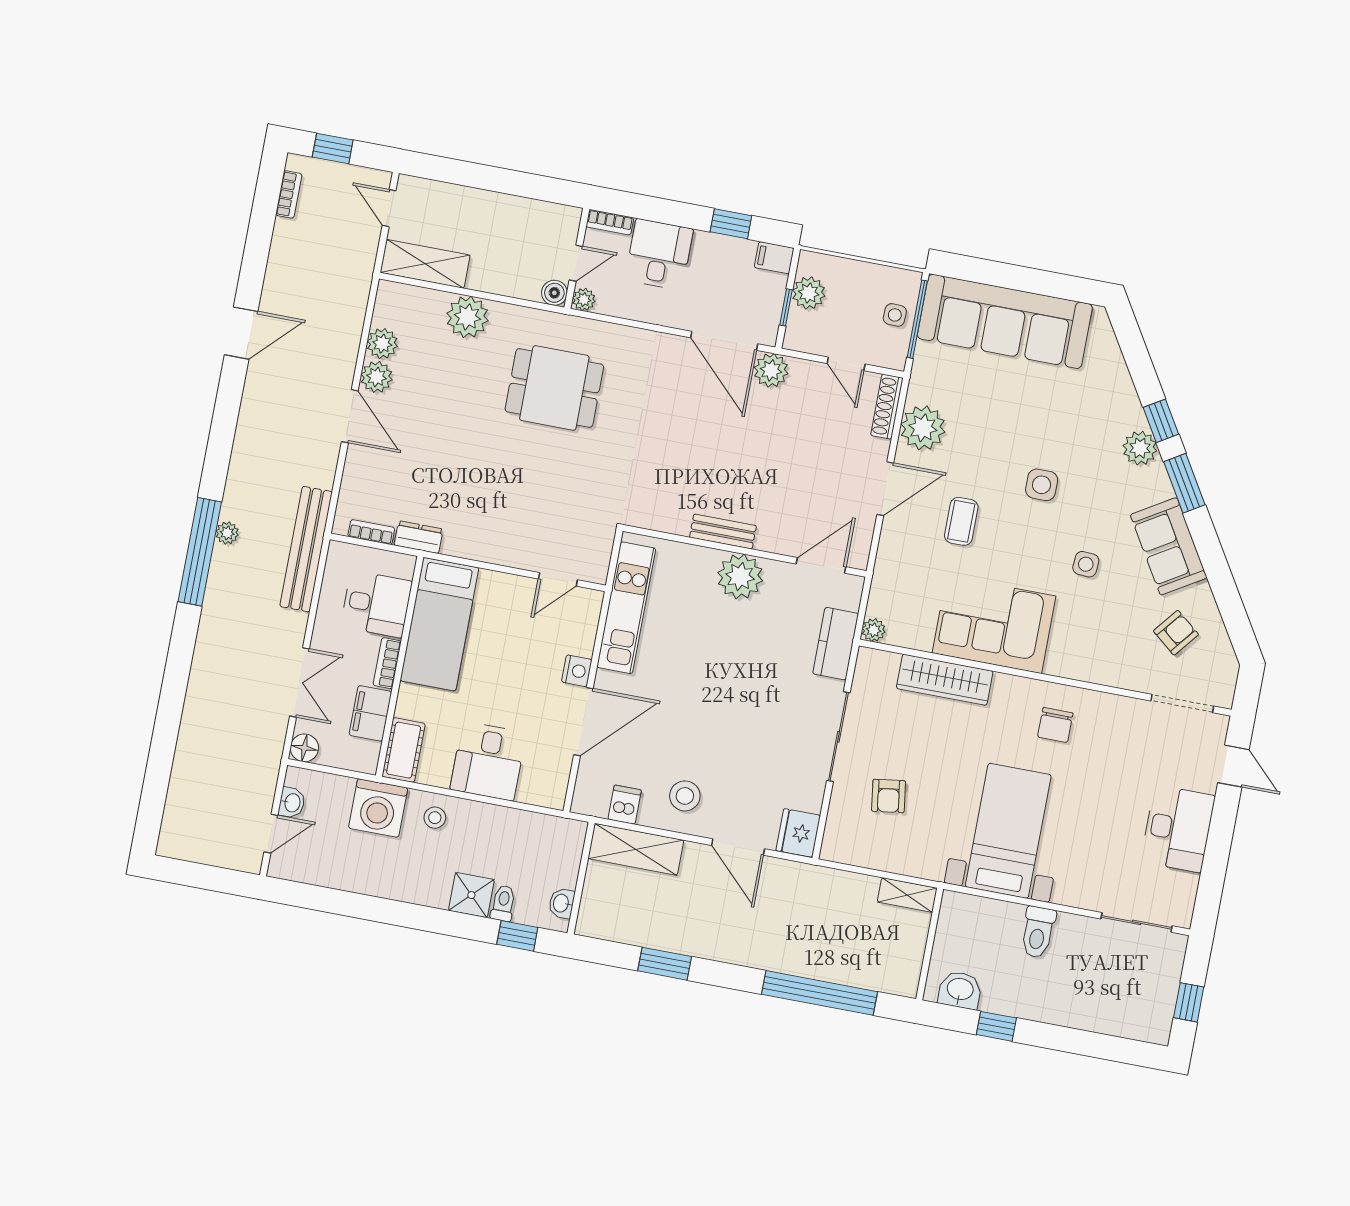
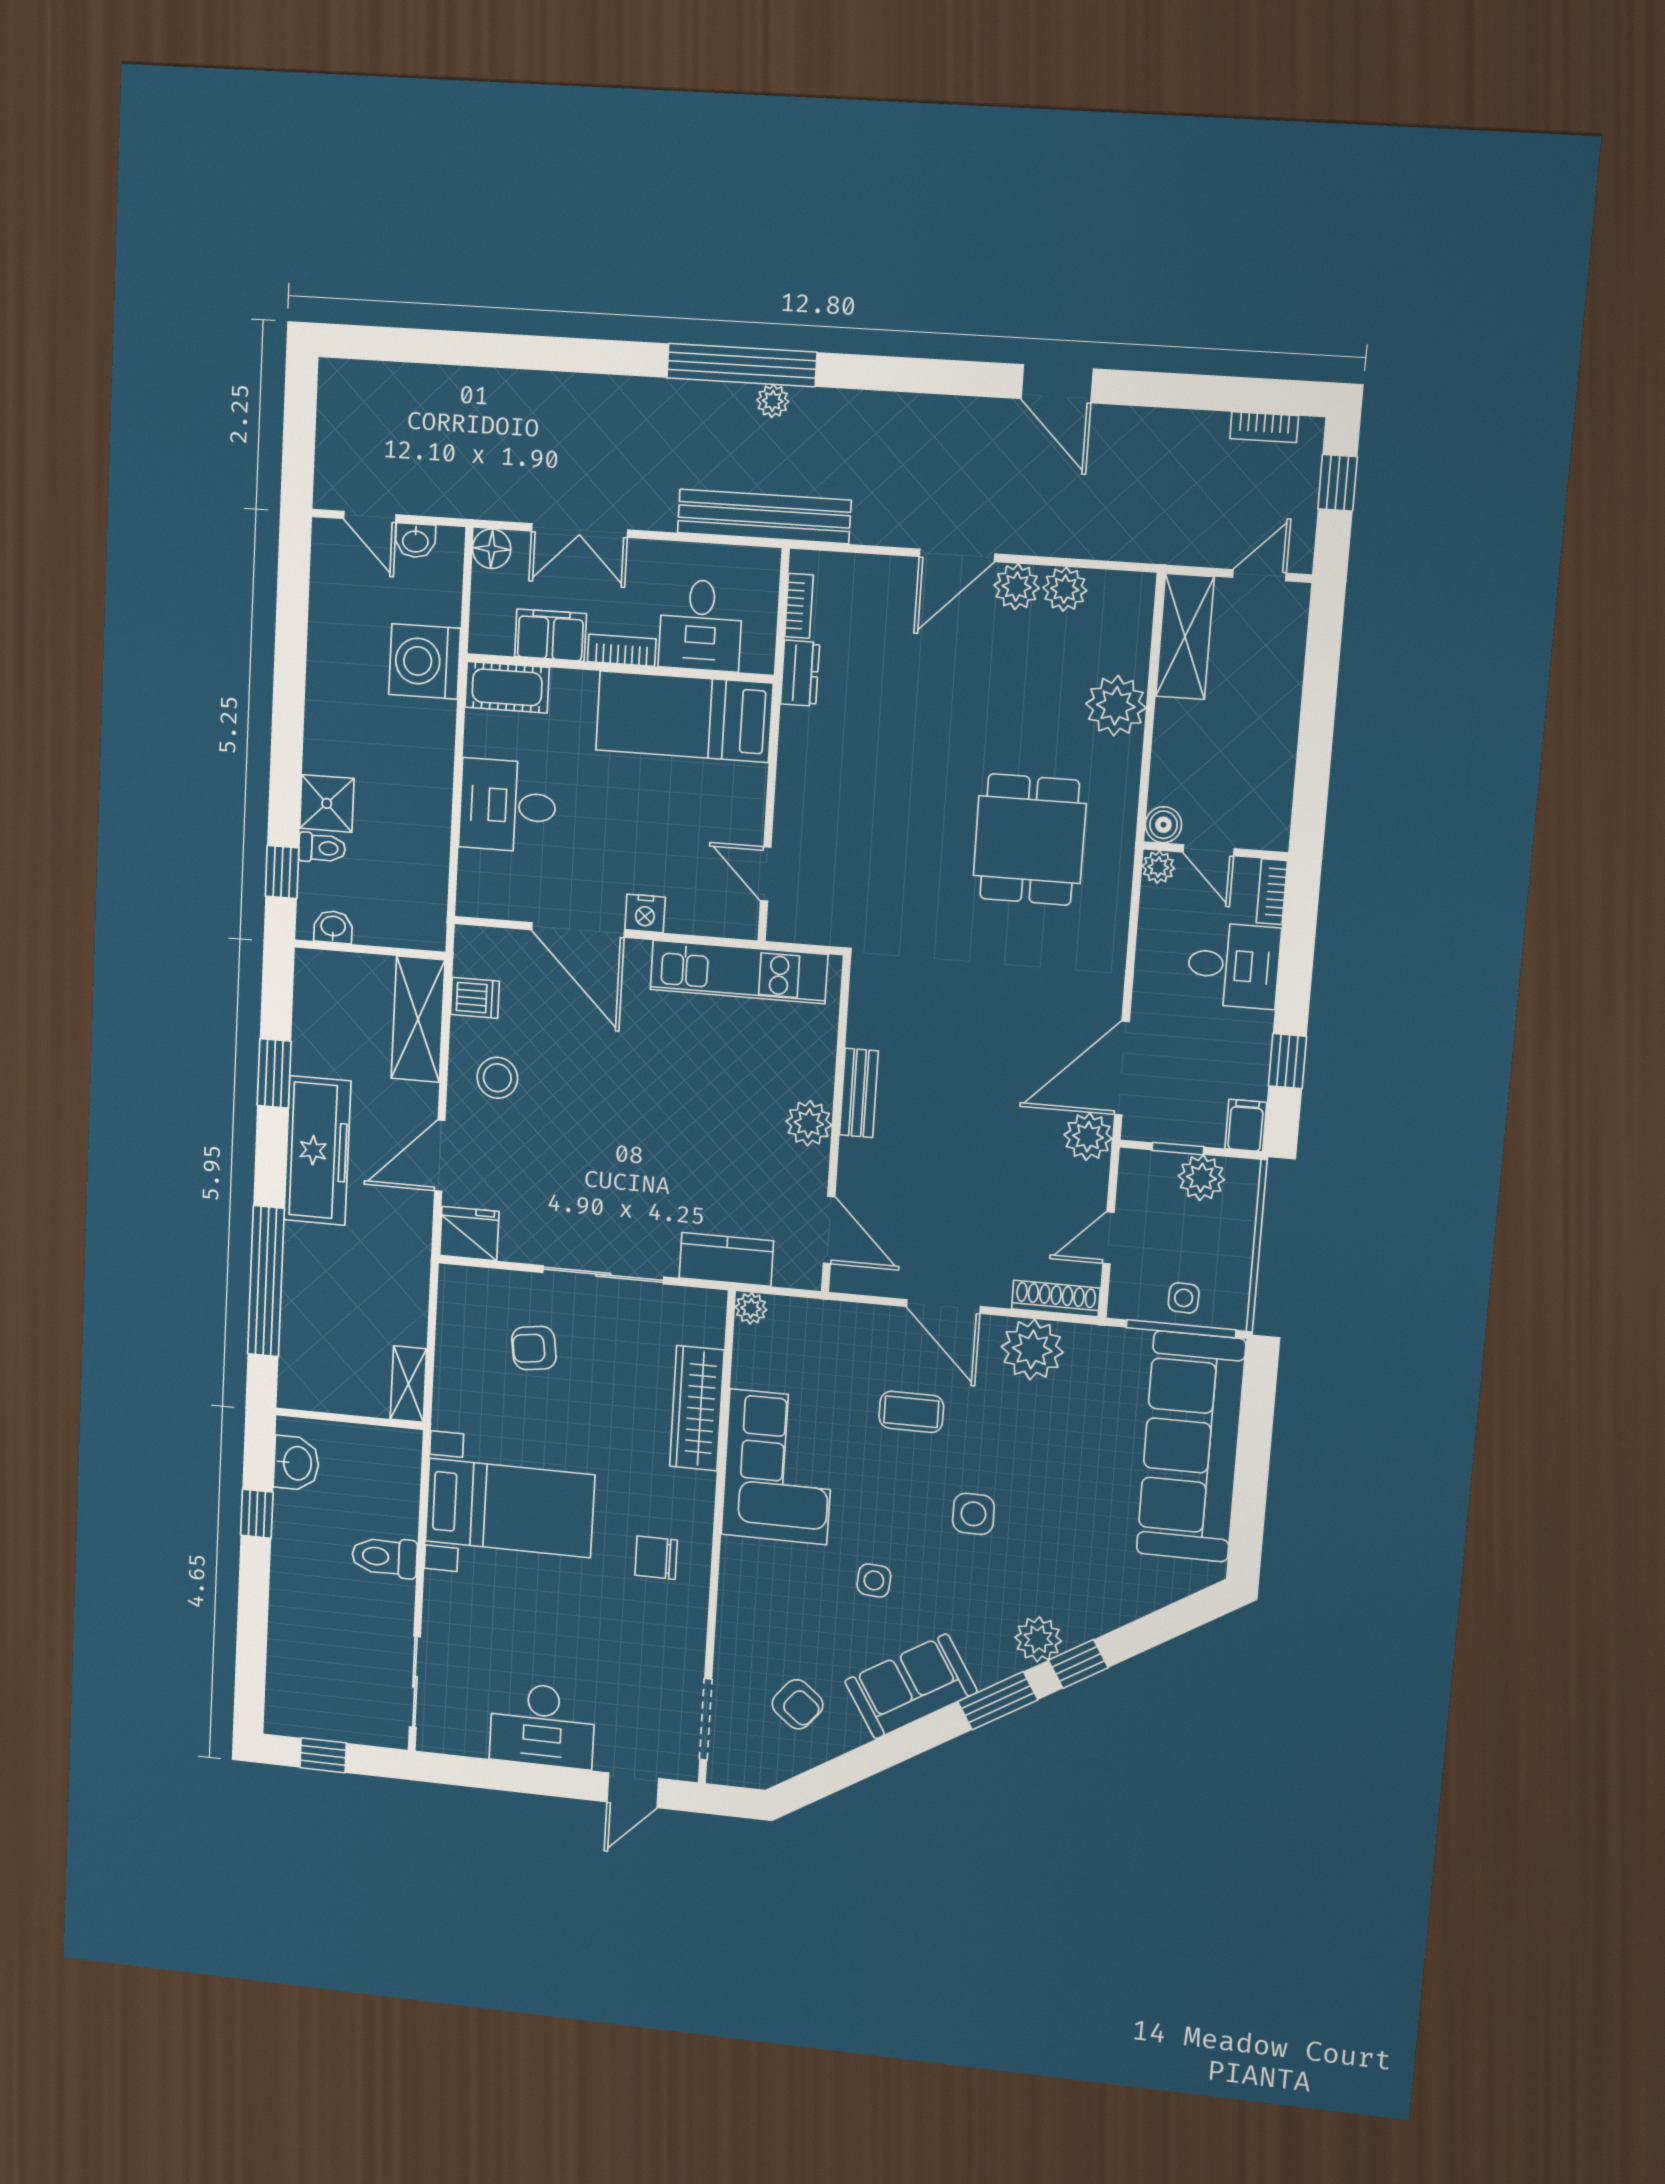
plant: (740, 577) -> (809, 1123), width x0.73, depth x0.73
stool: (435, 818) -> (422, 741), removed
freezer: (725, 939) -> (317, 1151), added

